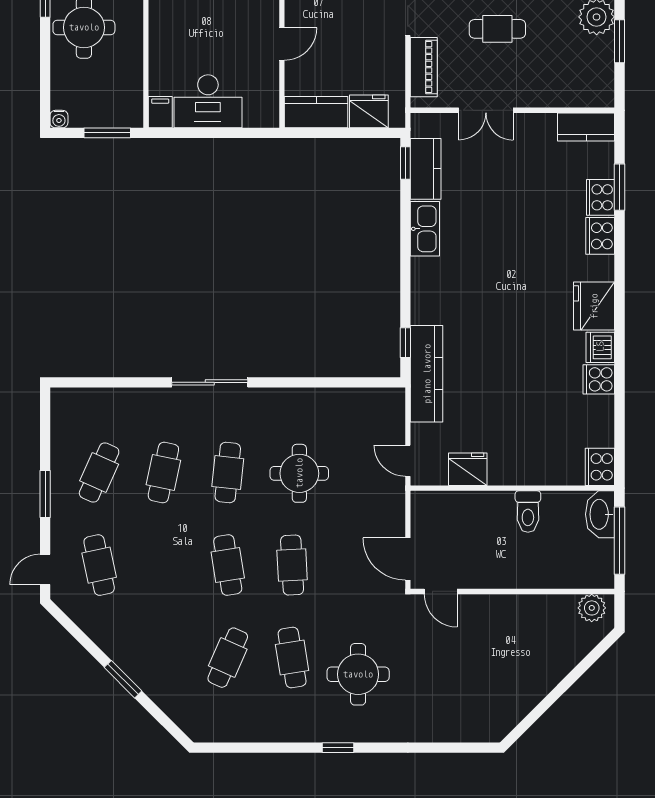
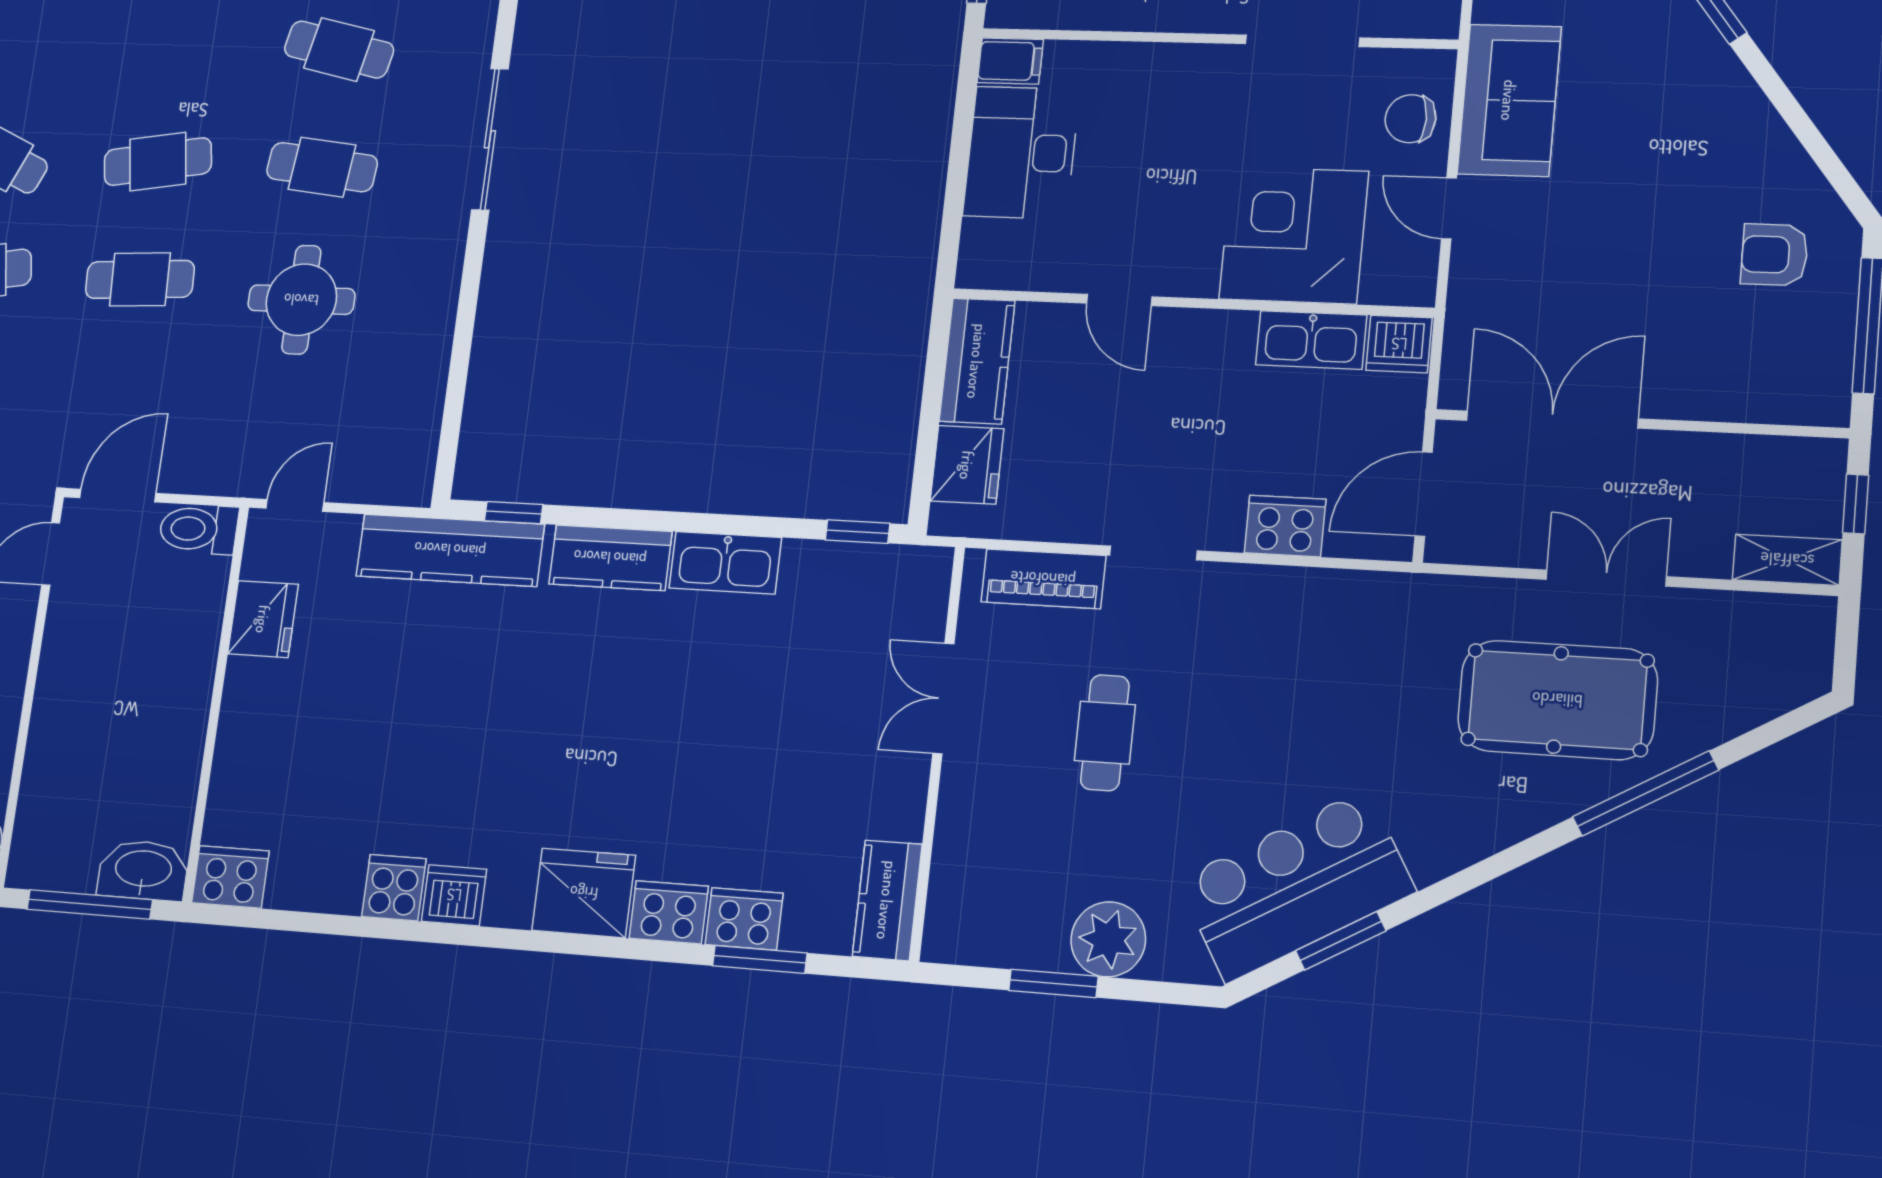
kitchen counter: (426, 169) -> (610, 558), moved
fridge: (594, 306) -> (584, 893), moved
toilet: (528, 512) -> (199, 529), moved

